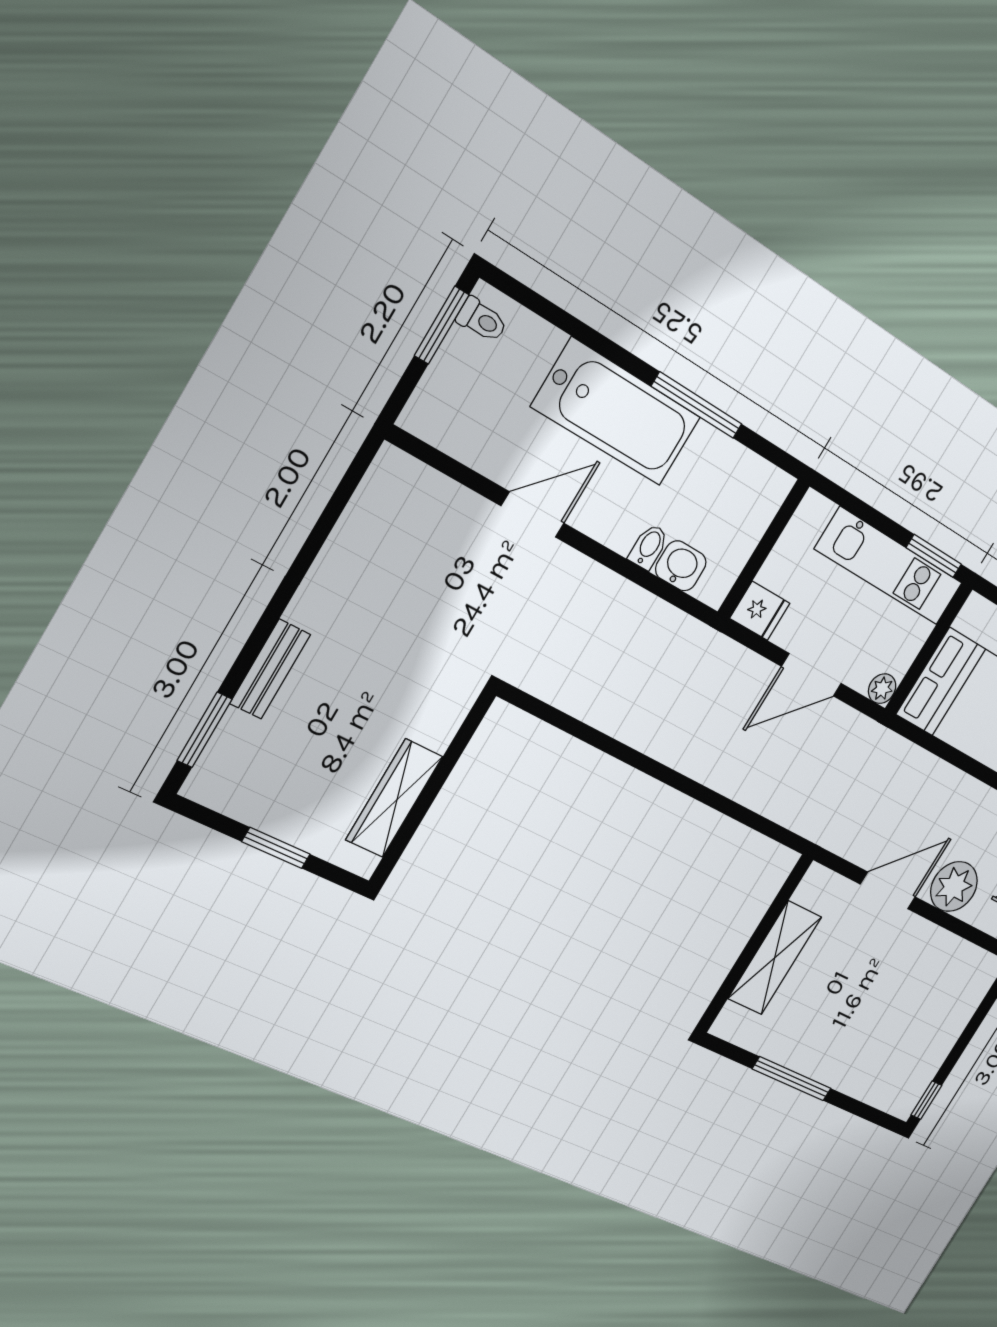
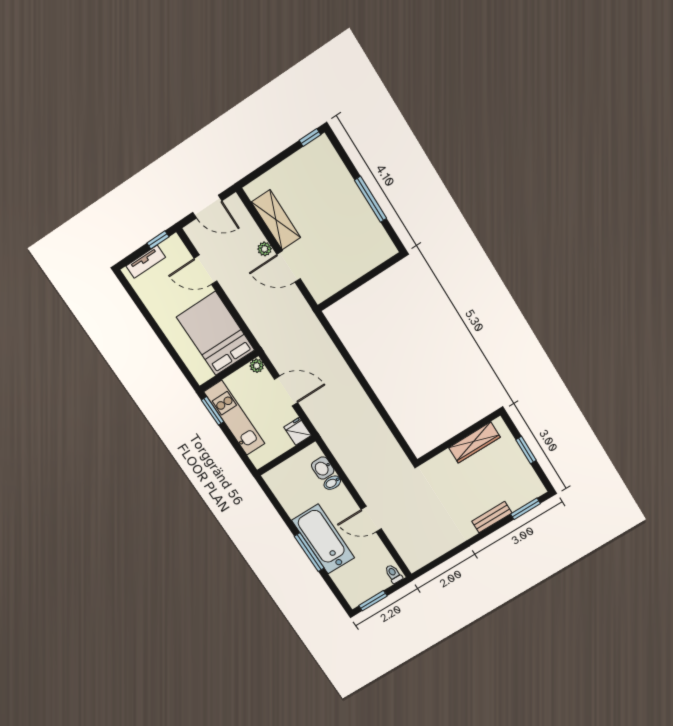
toilet: (482, 320) -> (394, 574), moved
window: (697, 405) -> (309, 552), moved
plant: (954, 887) -> (265, 249), width x0.53, depth x0.53
shelving: (775, 958) -> (276, 220), moved, turned 90

